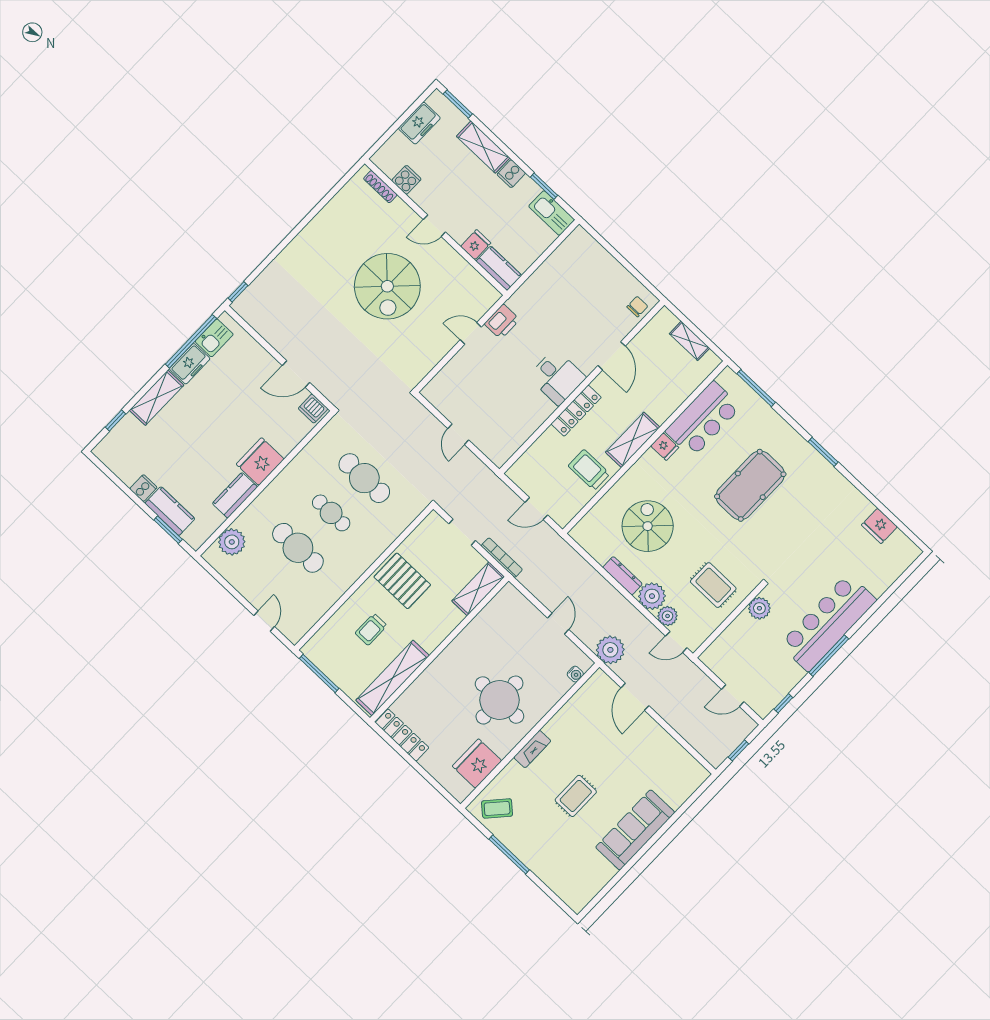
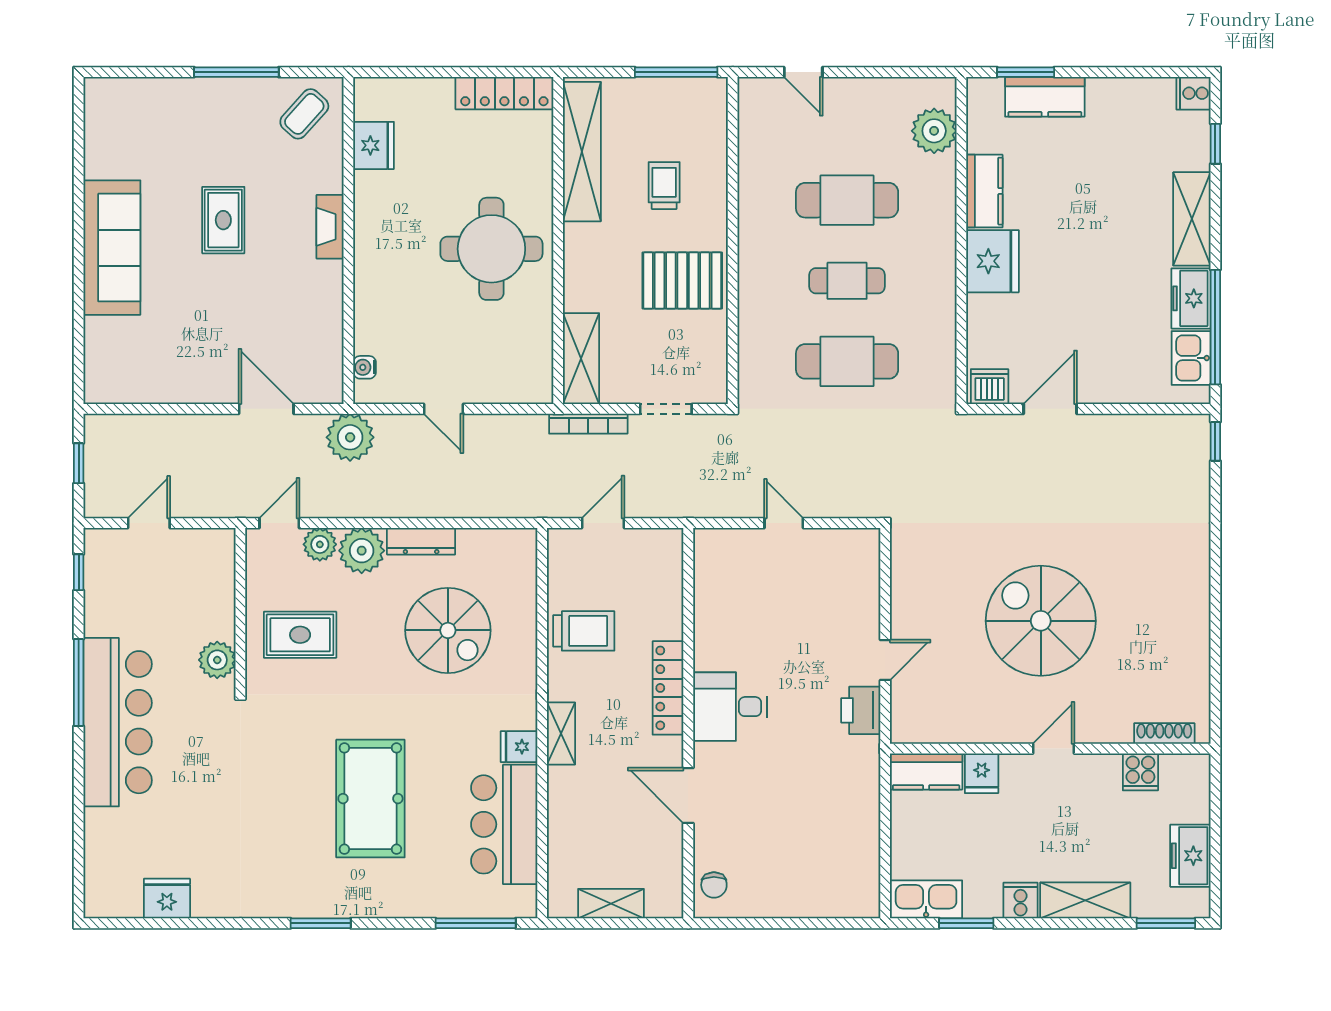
shelving: (633, 440) -> (561, 734), width x0.67, depth x0.75
cooker: (143, 488) -> (1193, 93), moved, turned 90
round table: (499, 700) -> (491, 249), moved
fridge: (477, 764) -> (374, 145), width x0.73, depth x0.75

